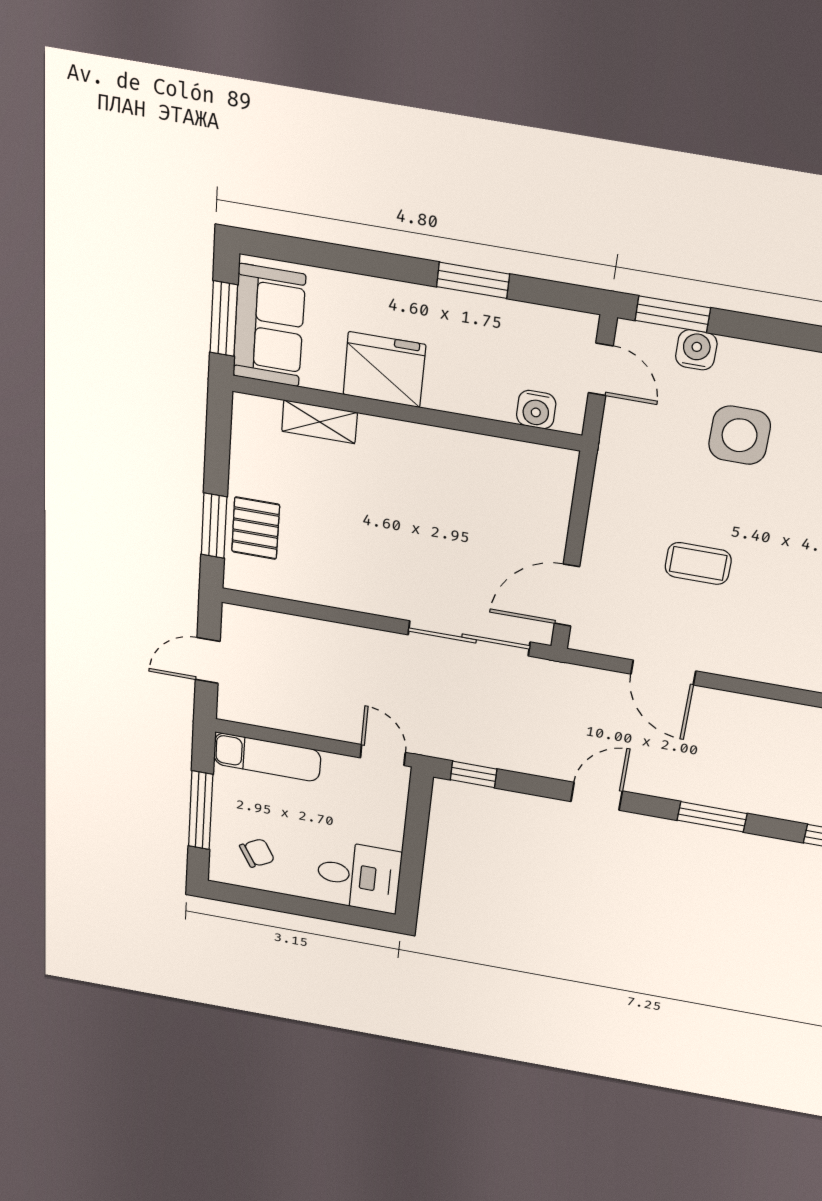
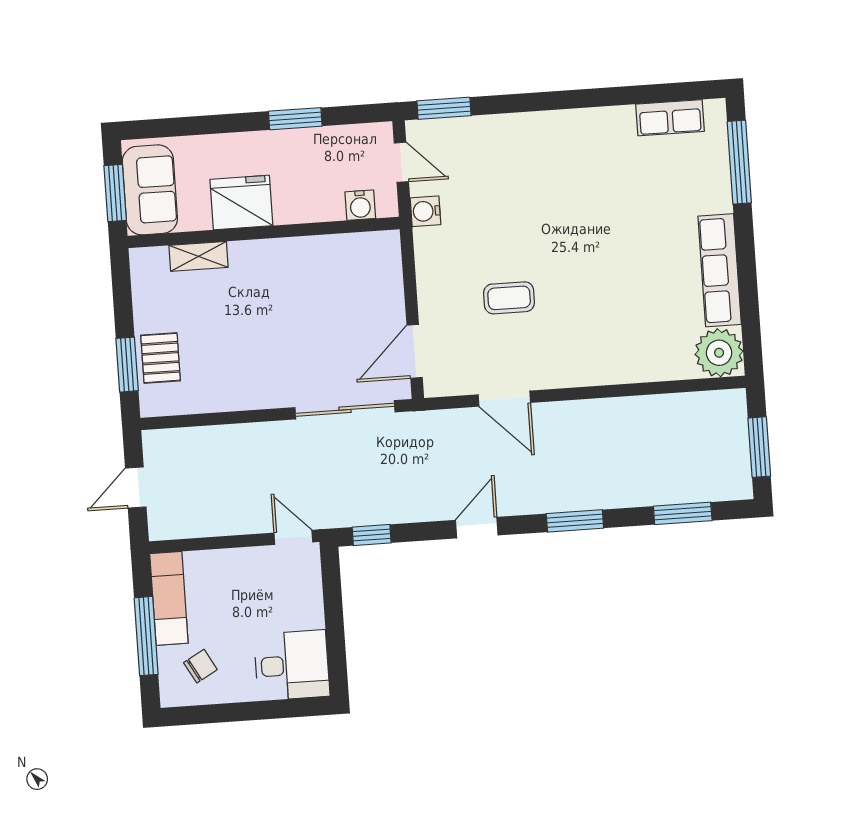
water cooler: (696, 350) -> (425, 211), moved, turned -90
side table: (740, 435) -> (514, 187), removed
exam couch: (267, 757) -> (169, 598), moved, turned -90

